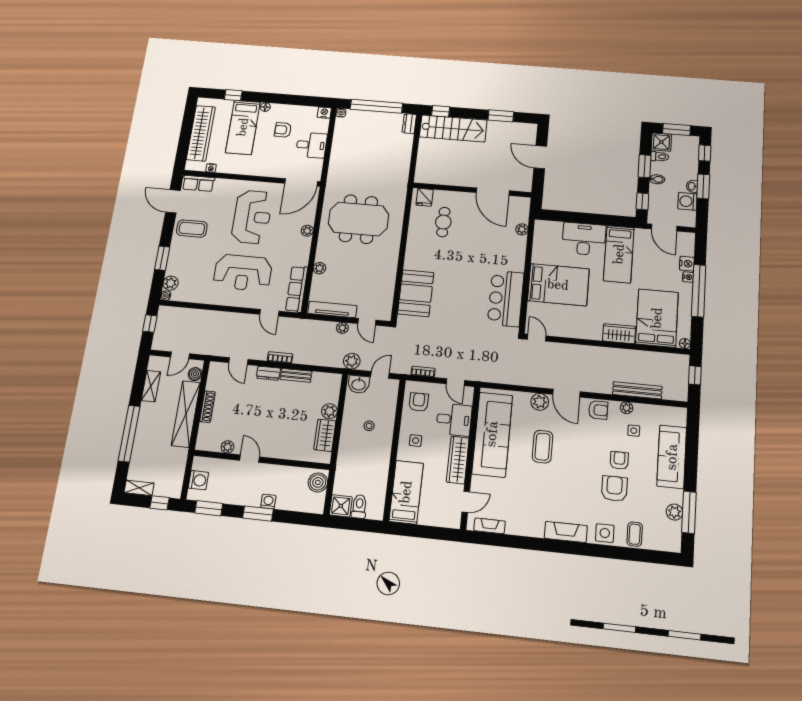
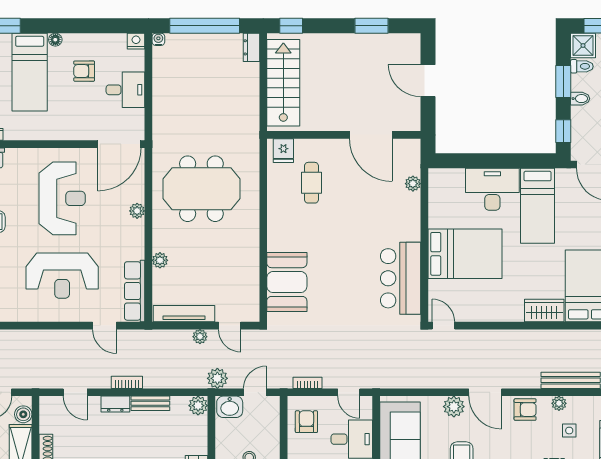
stairs: (453, 128) -> (283, 83), moved, turned -90
plant: (329, 411) -> (198, 406), moved

